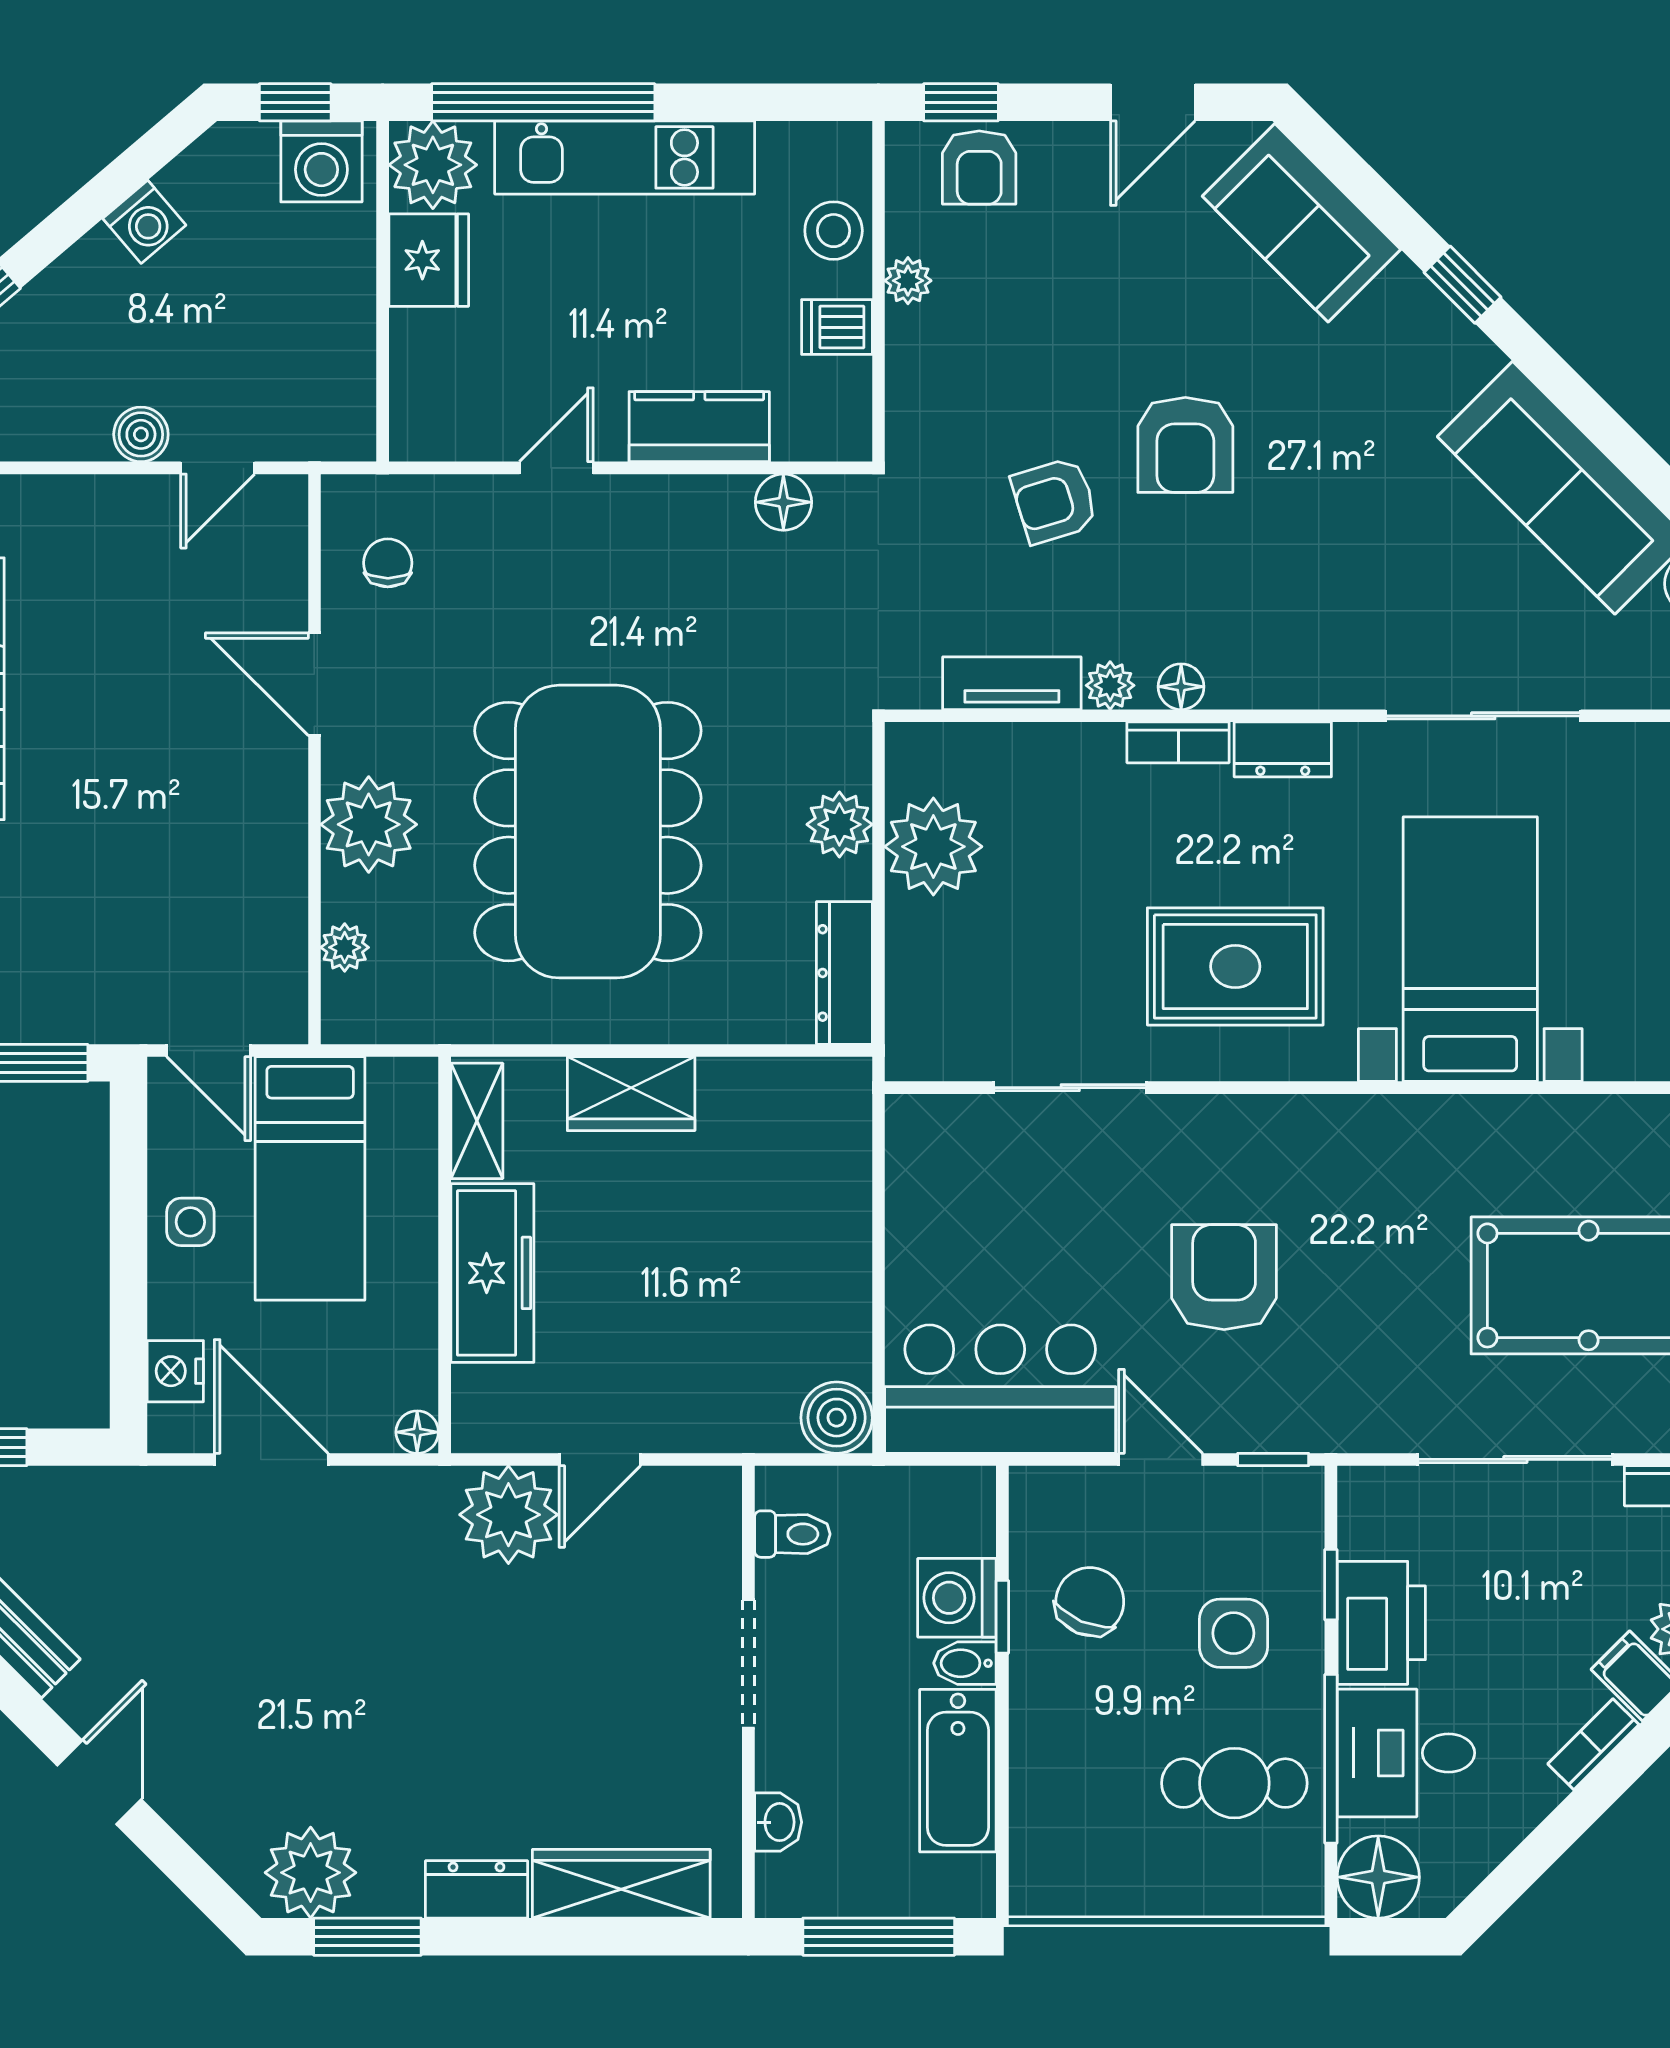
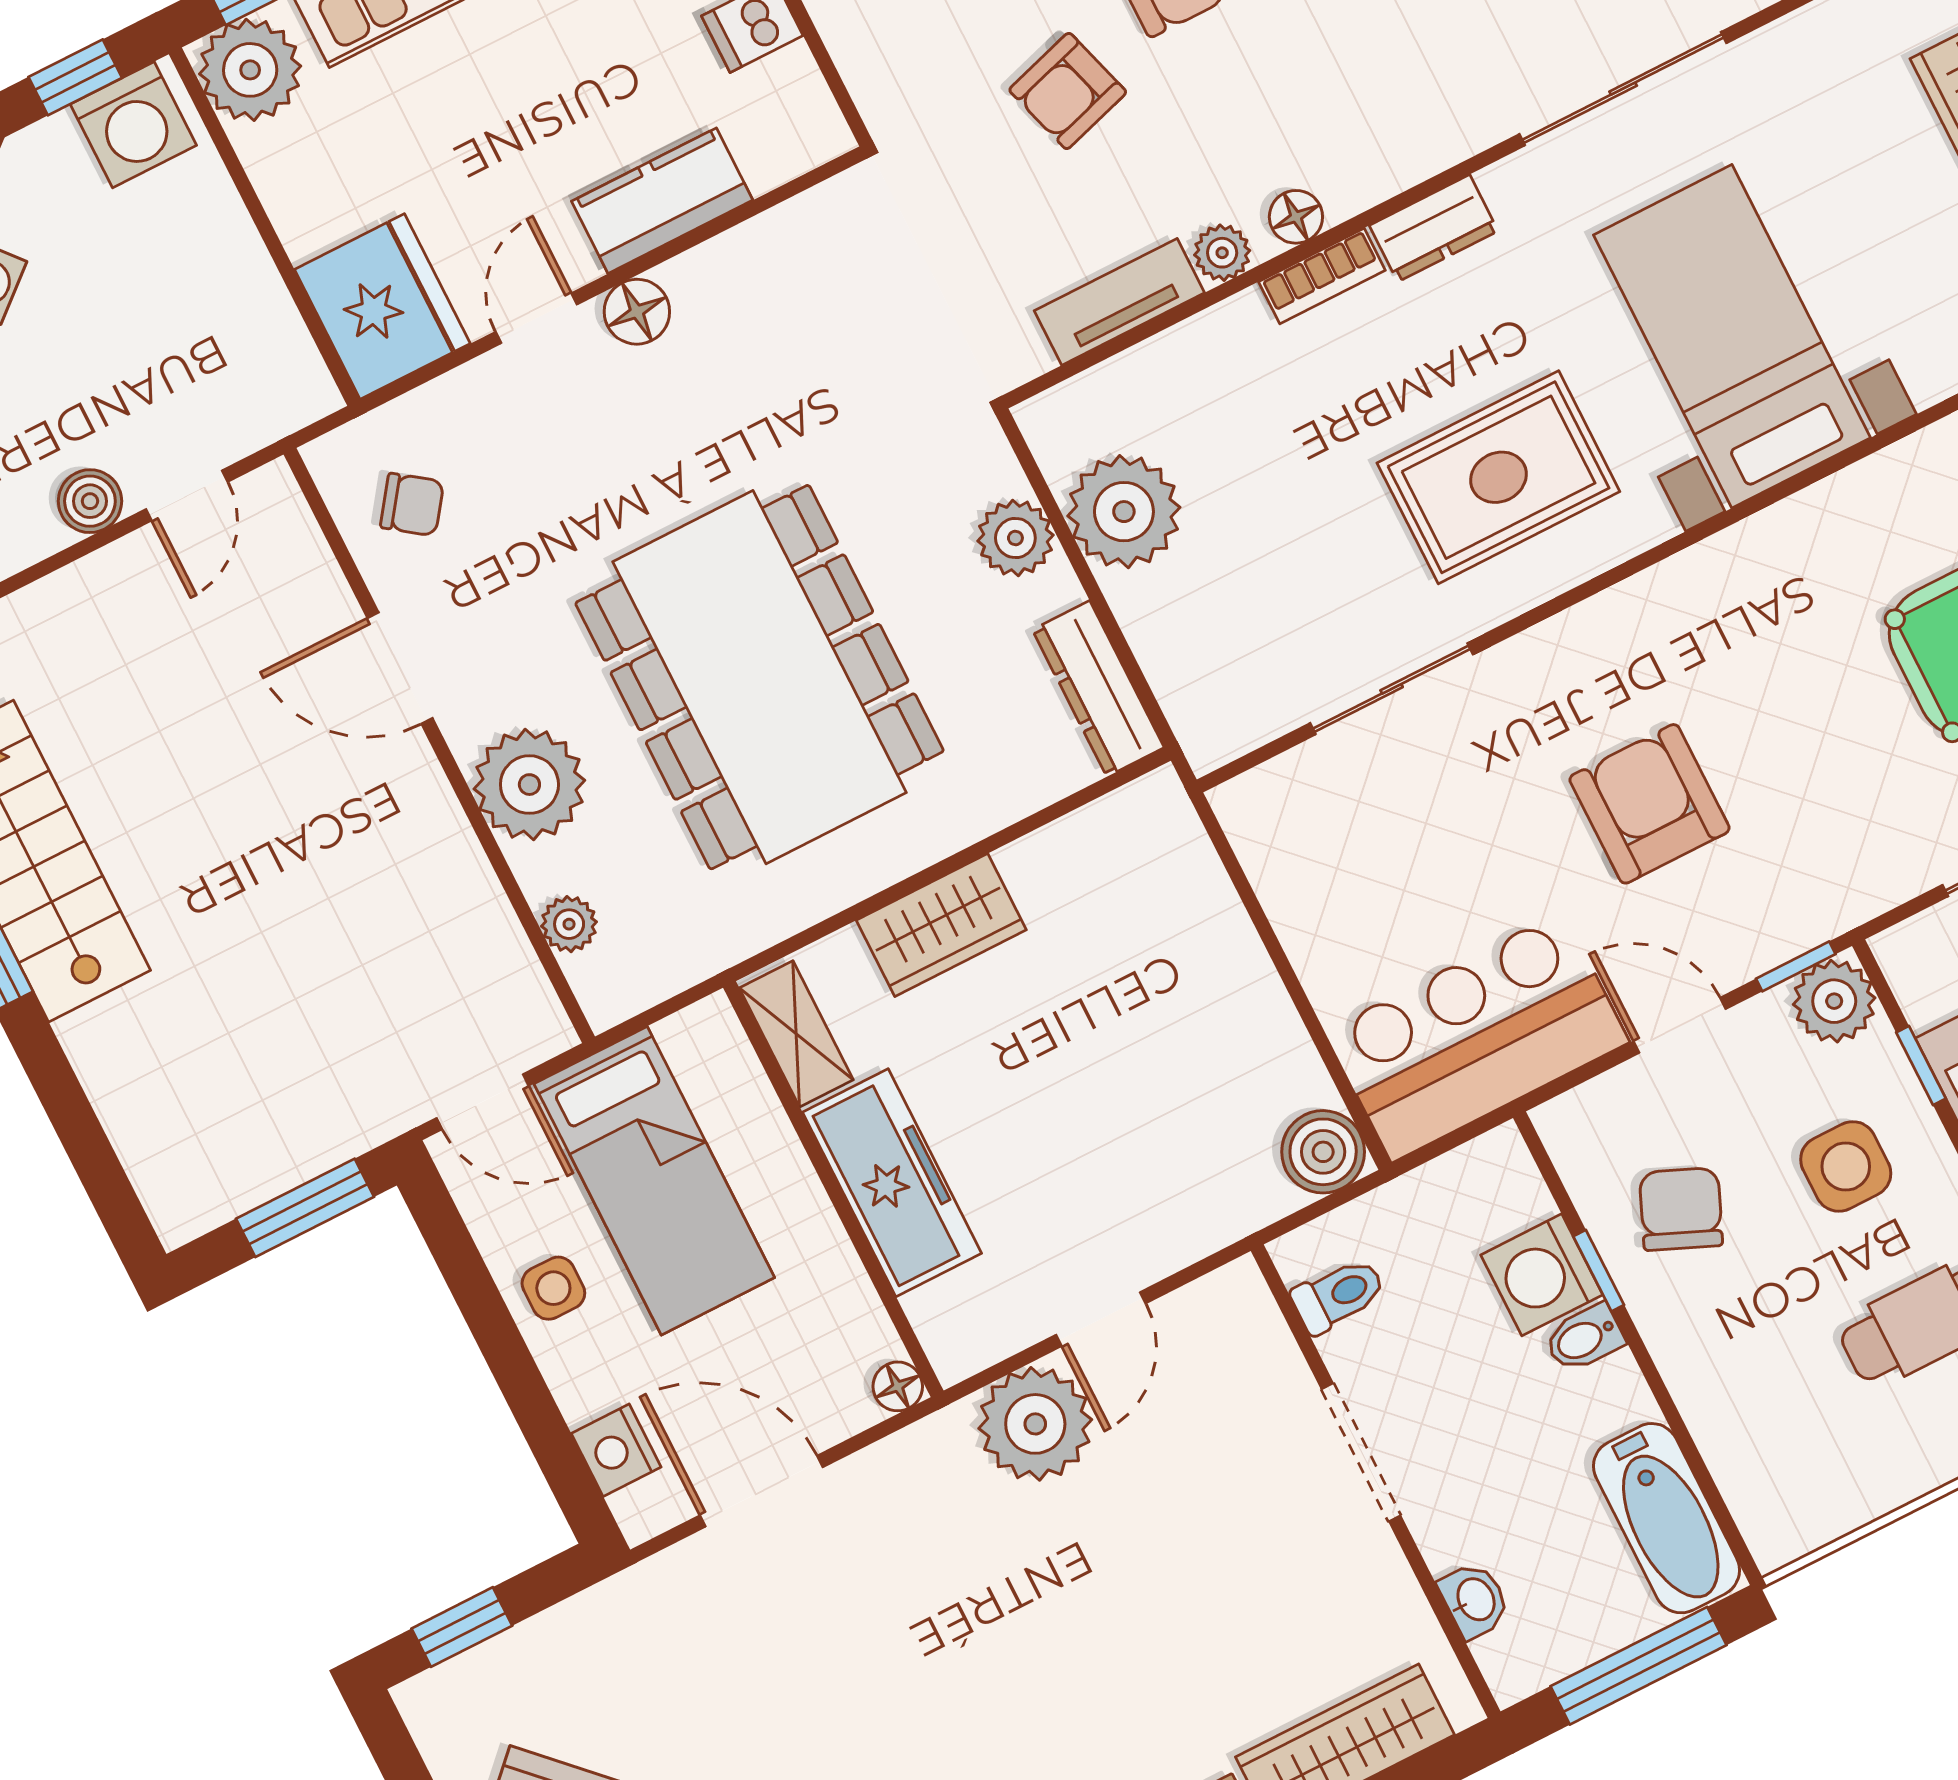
fridge: (429, 260) -> (382, 307), moved, width x1.36, depth x1.34
floor lamp: (783, 502) -> (637, 312), moved
chair: (388, 563) -> (412, 505), turned 126
plant: (1289, 1501) -> (1834, 1001), added
bathtub: (958, 1771) -> (1667, 1518), moved

